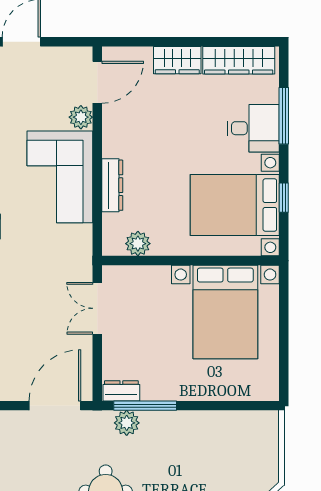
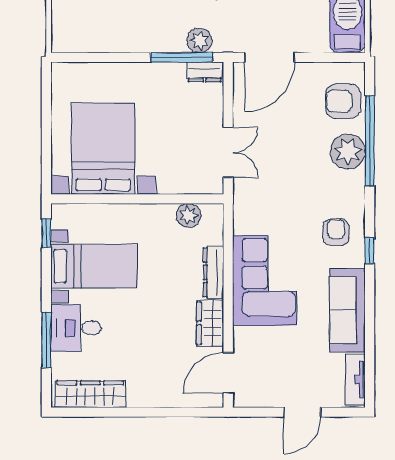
wardrobe: (177, 60) -> (210, 323), moved, turned -90
plant: (81, 117) -> (244, 339), removed
window: (284, 198) -> (46, 233), moved
bed with nightstands: (235, 205) -> (94, 266), width x0.73

